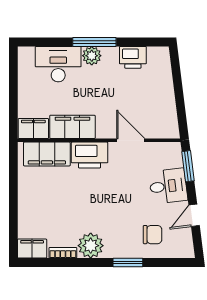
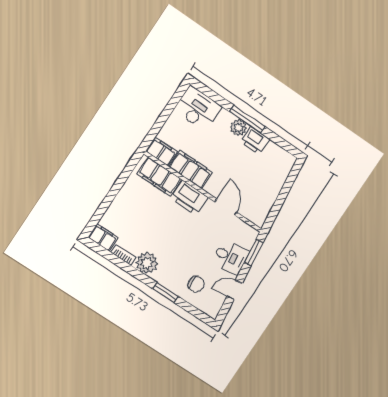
printer: (133, 57) -> (255, 141), moved
desk: (58, 64) -> (198, 108), moved

